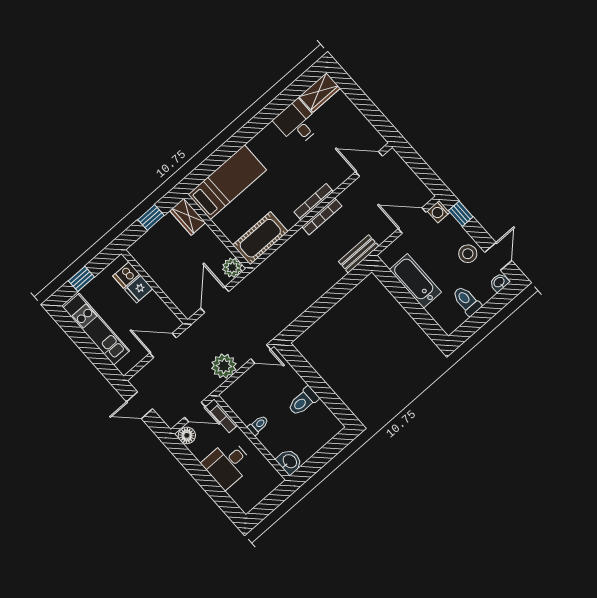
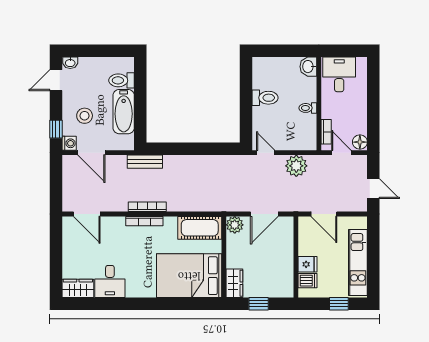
bed: (227, 182) -> (189, 276), width x1.50
stool: (468, 254) -> (85, 116), moved
toilet: (467, 301) -> (121, 80), moved, turned 90
desk: (228, 464) -> (339, 74), moved, turned -90

